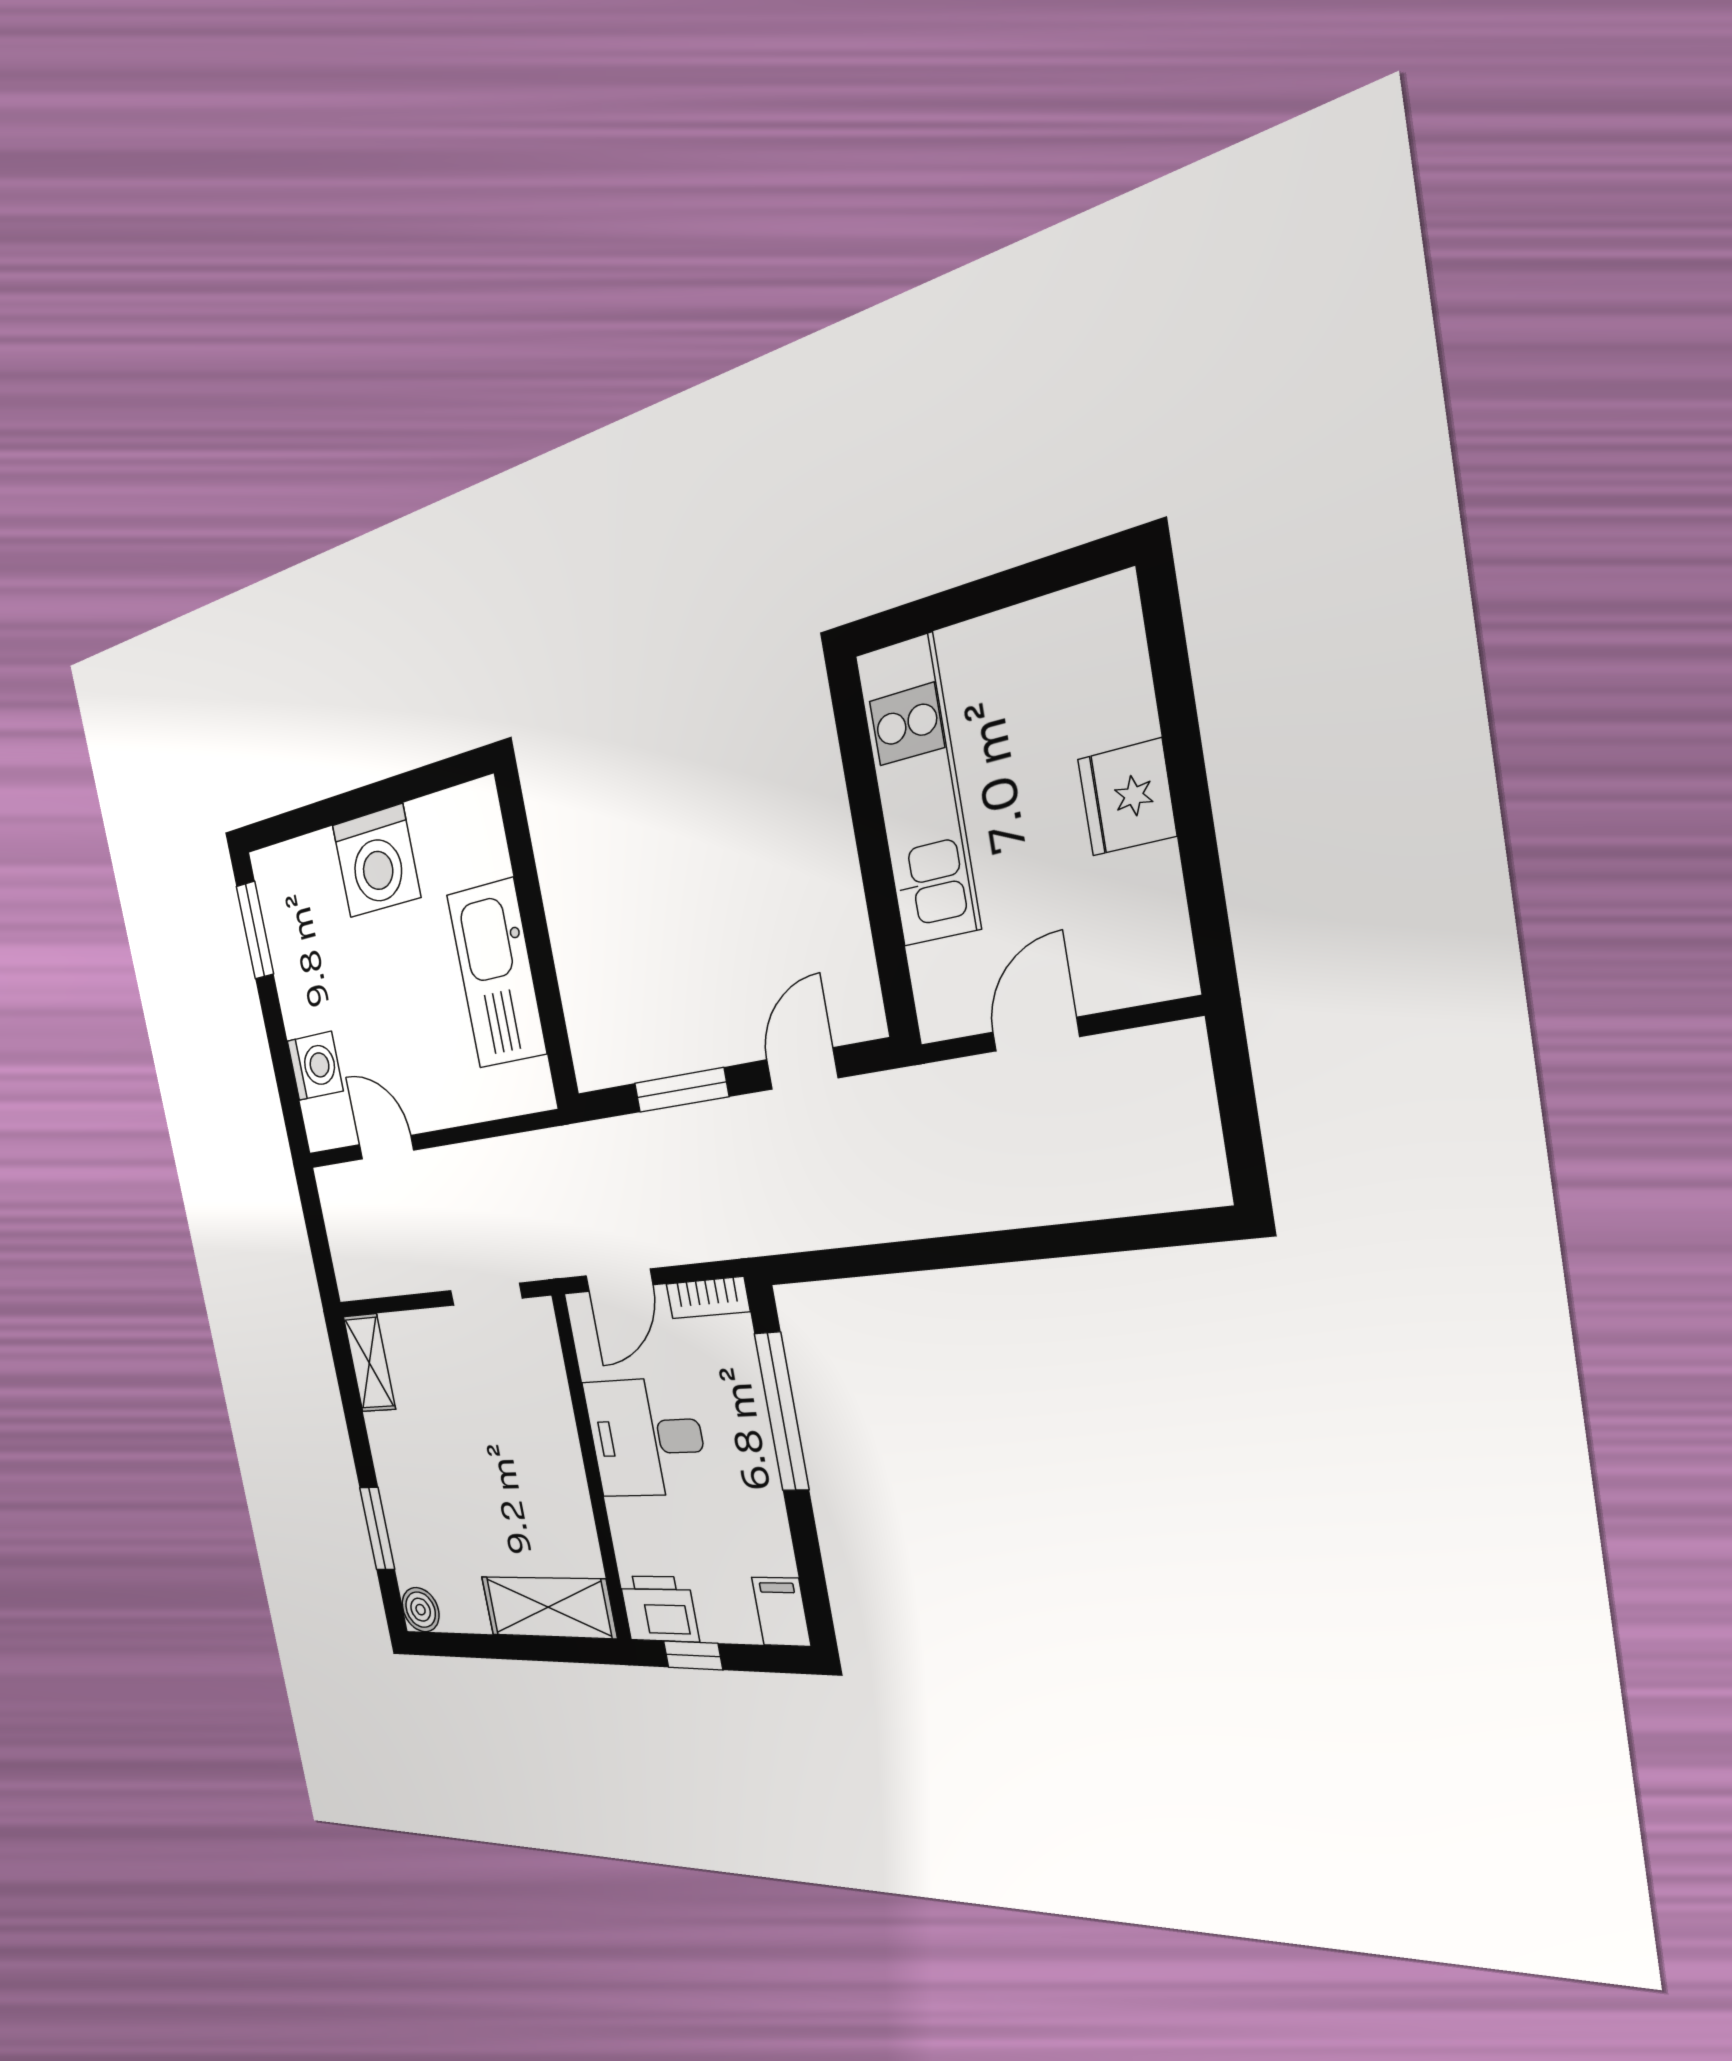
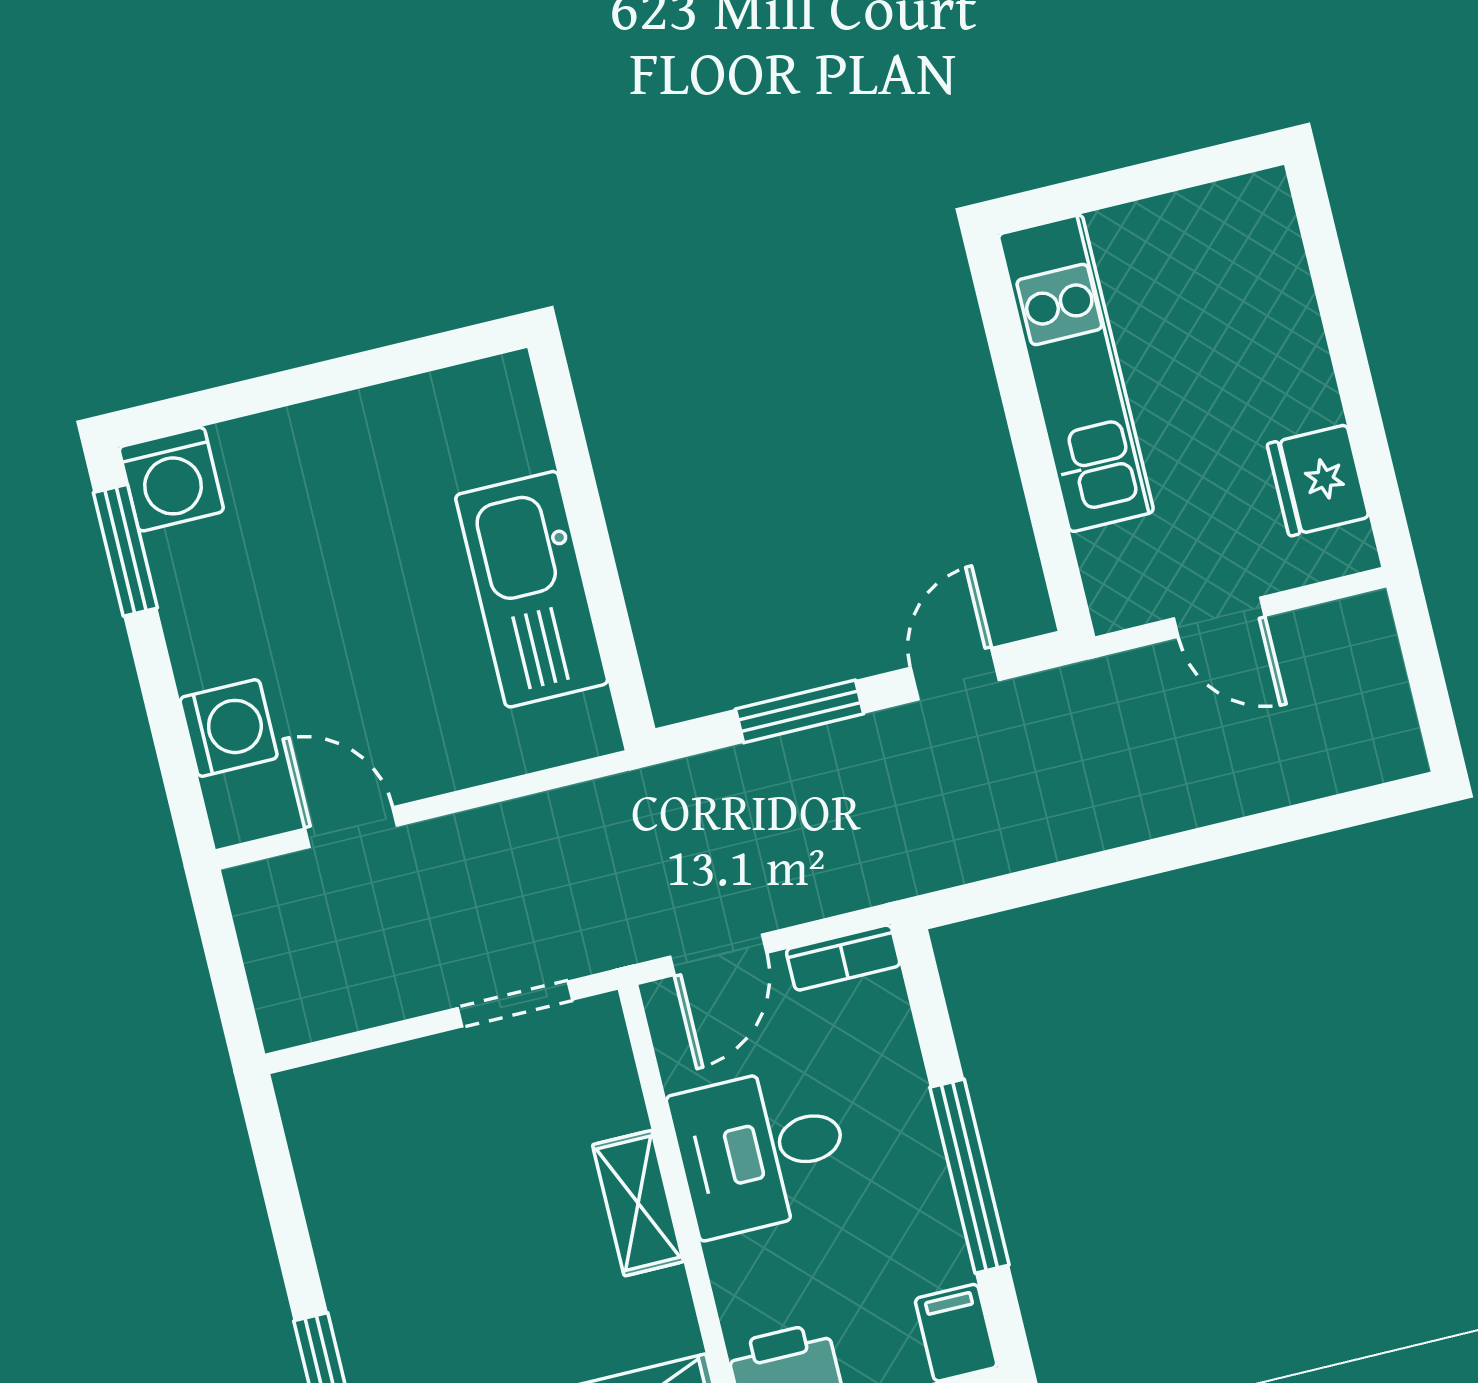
fridge: (1127, 797) -> (1318, 480), moved
washing machine: (376, 861) -> (171, 479), moved, width x0.73, depth x0.73
door: (1036, 1034) -> (1219, 617), swing flipped
shelving: (369, 1363) -> (638, 1203), moved
window: (782, 1412) -> (970, 1176), moved

